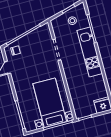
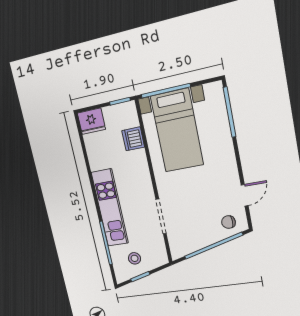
dishwasher: (76, 96) -> (133, 139), added

